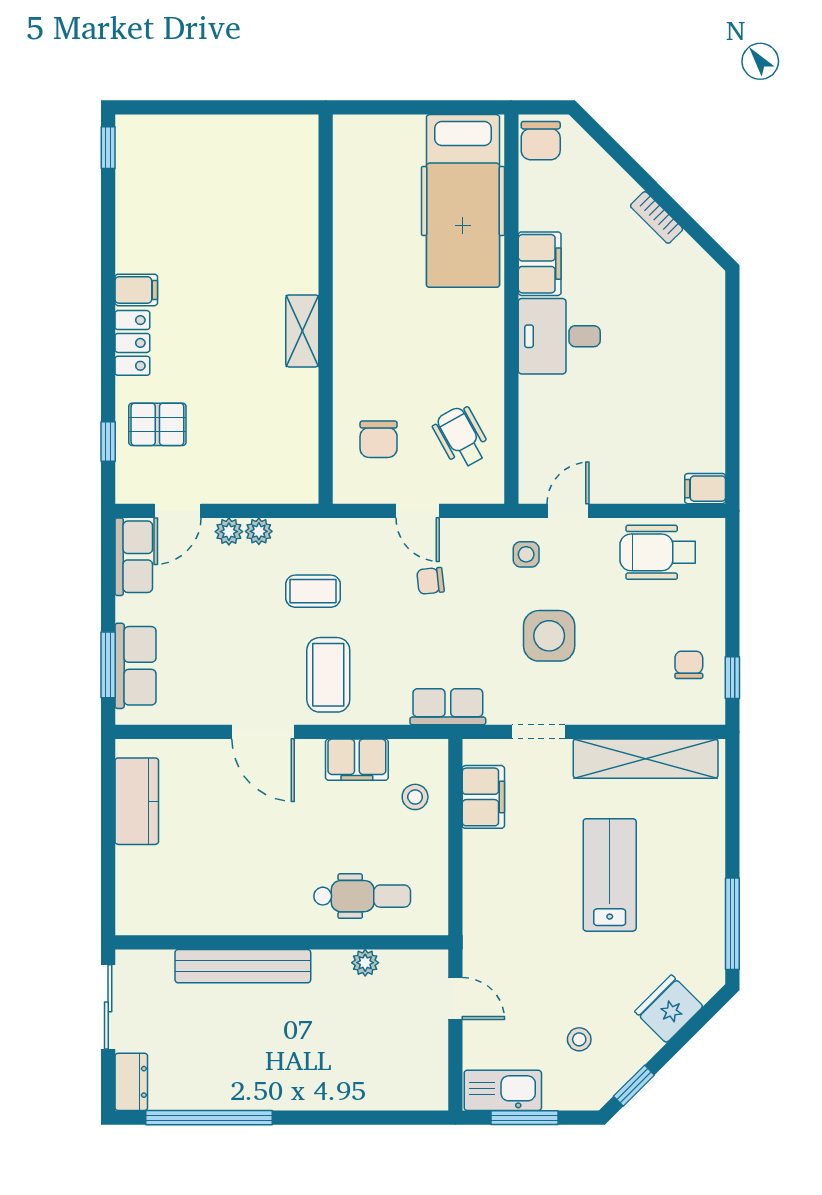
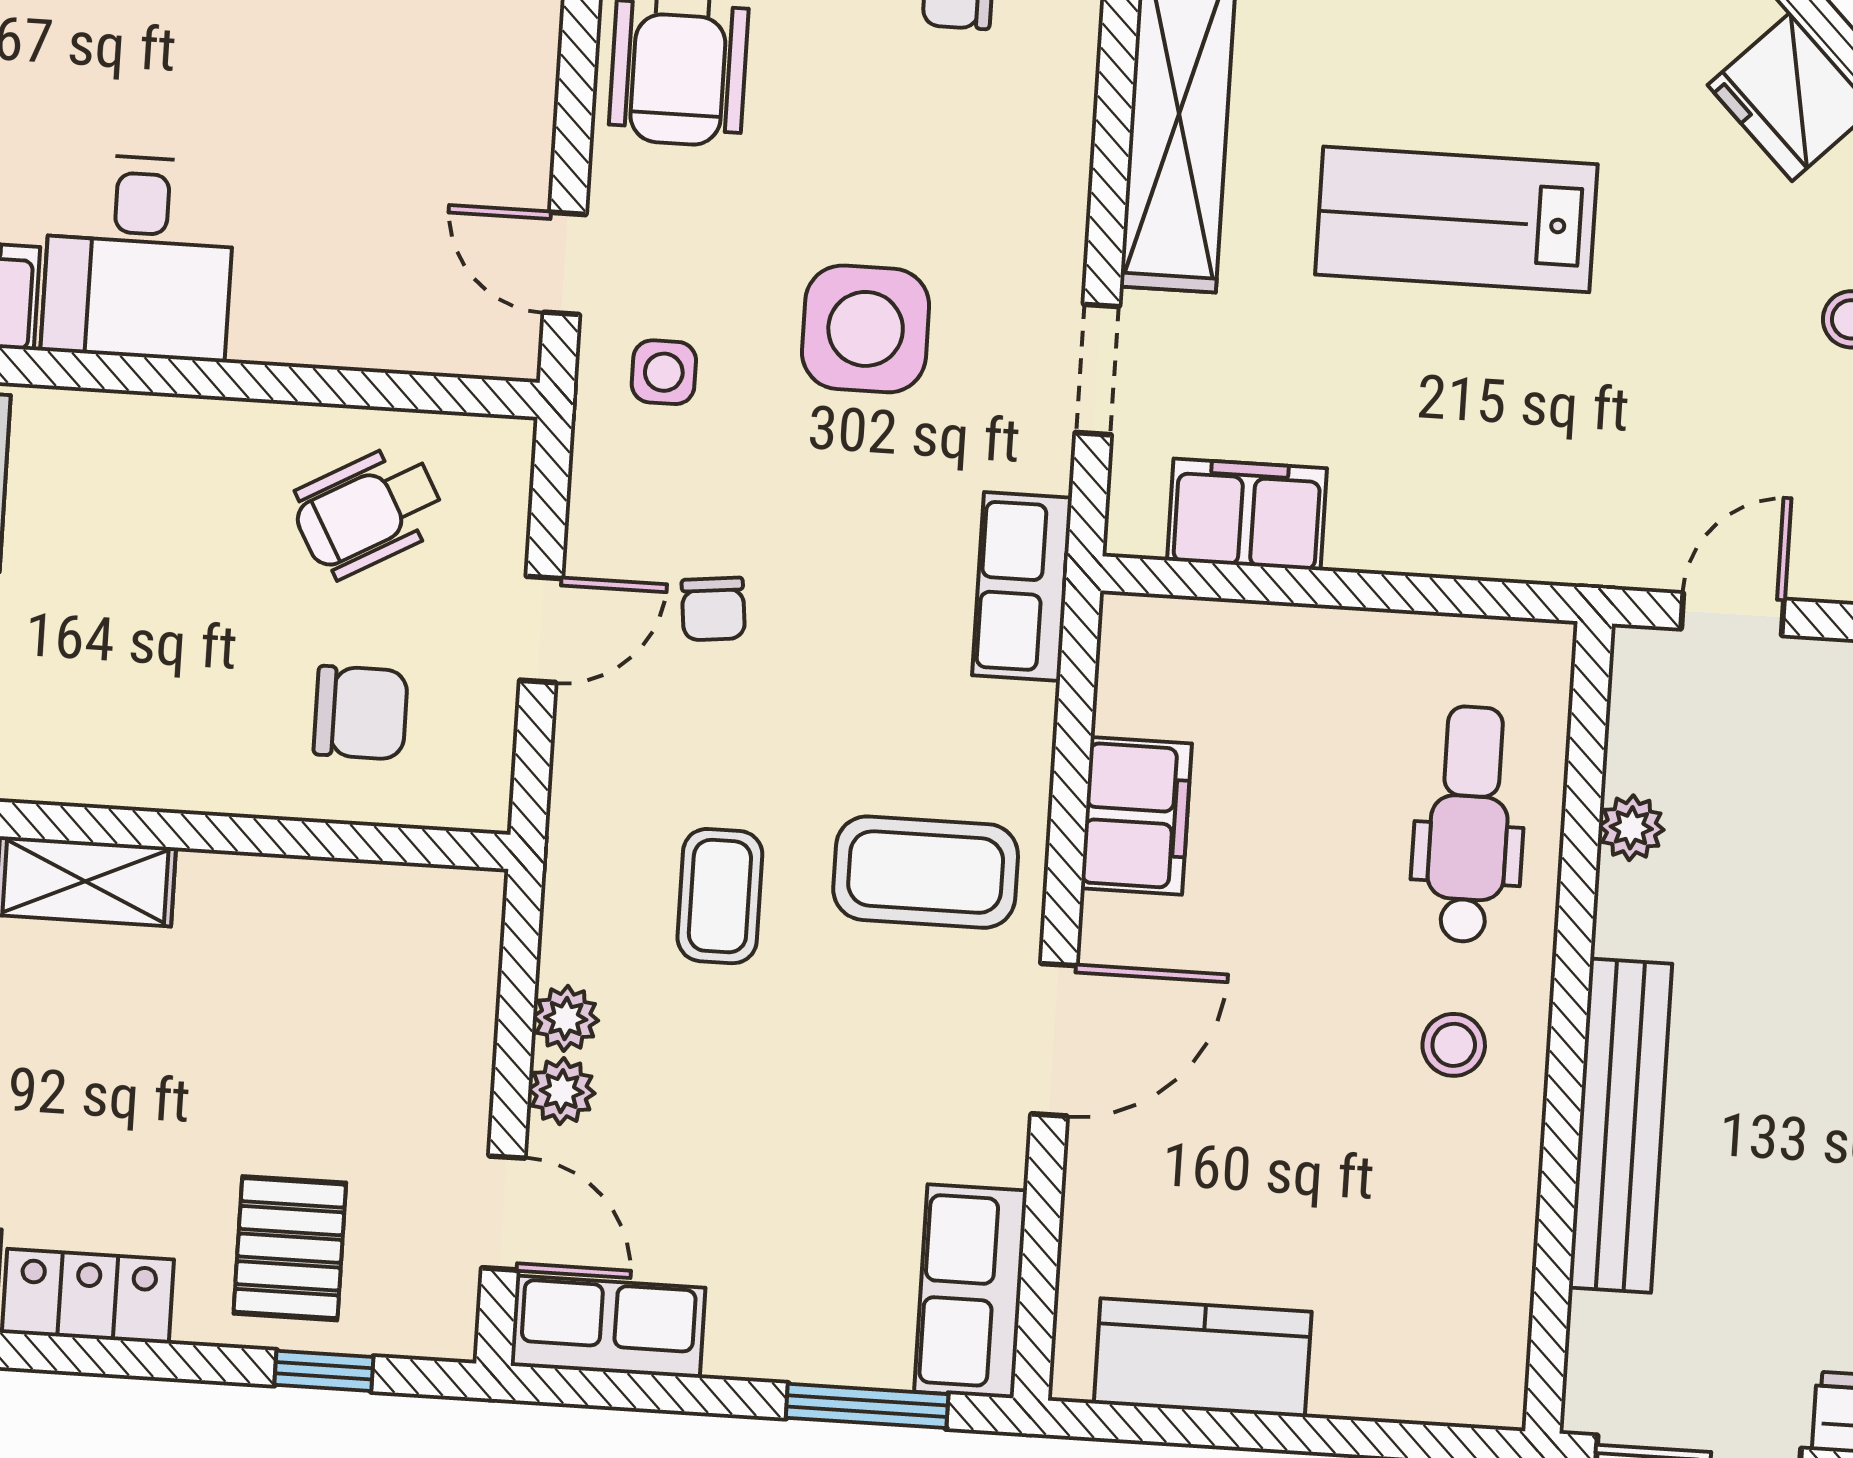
row of seats: (136, 666) -> (971, 1291), moved, turned -90
stool: (415, 797) -> (1454, 1045), moved

